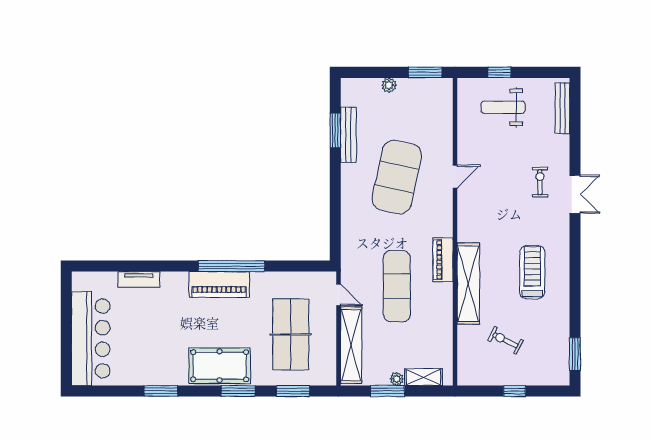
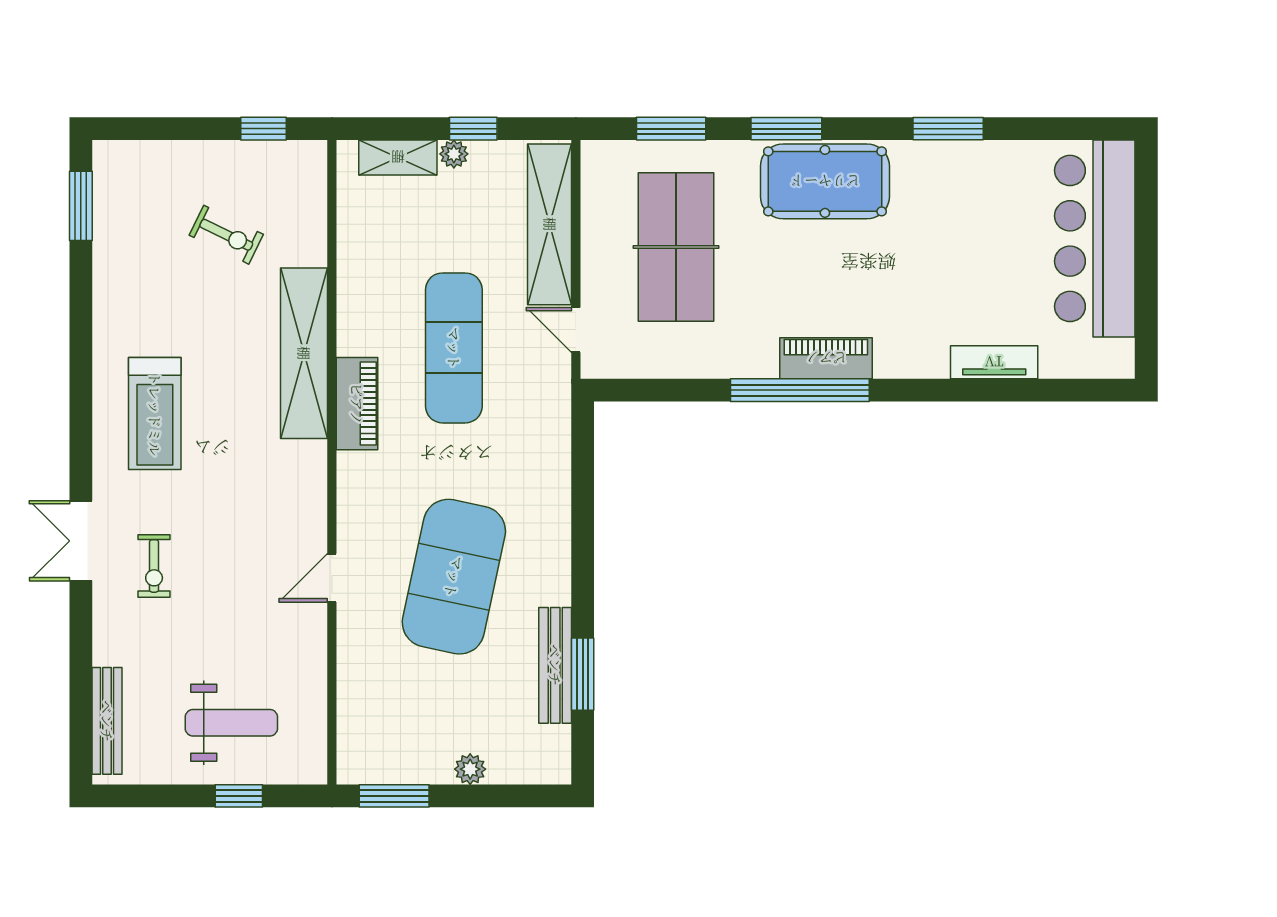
treadmill: (532, 272) -> (155, 414), moved
piano: (219, 285) -> (826, 358), width x0.73, depth x0.75
window: (388, 391) -> (473, 129), width x0.67
window: (515, 391) -> (264, 129), moved

